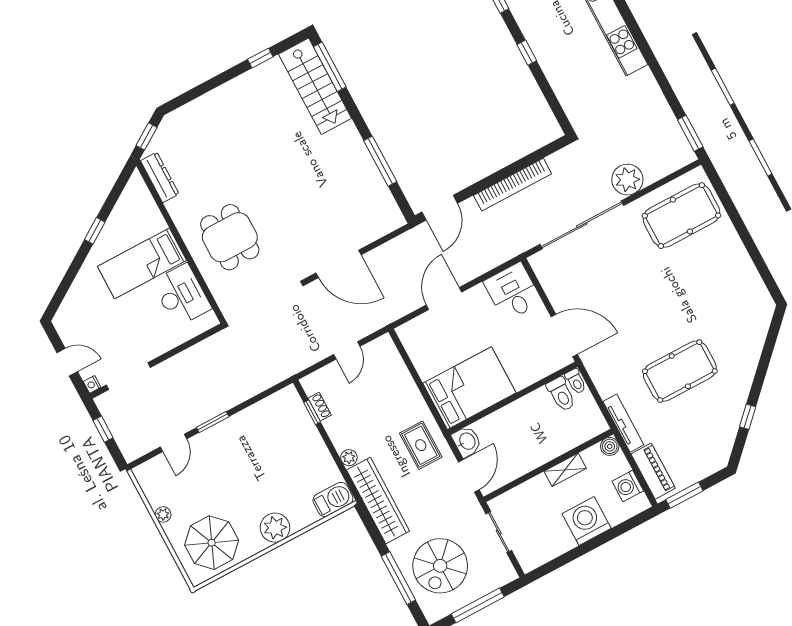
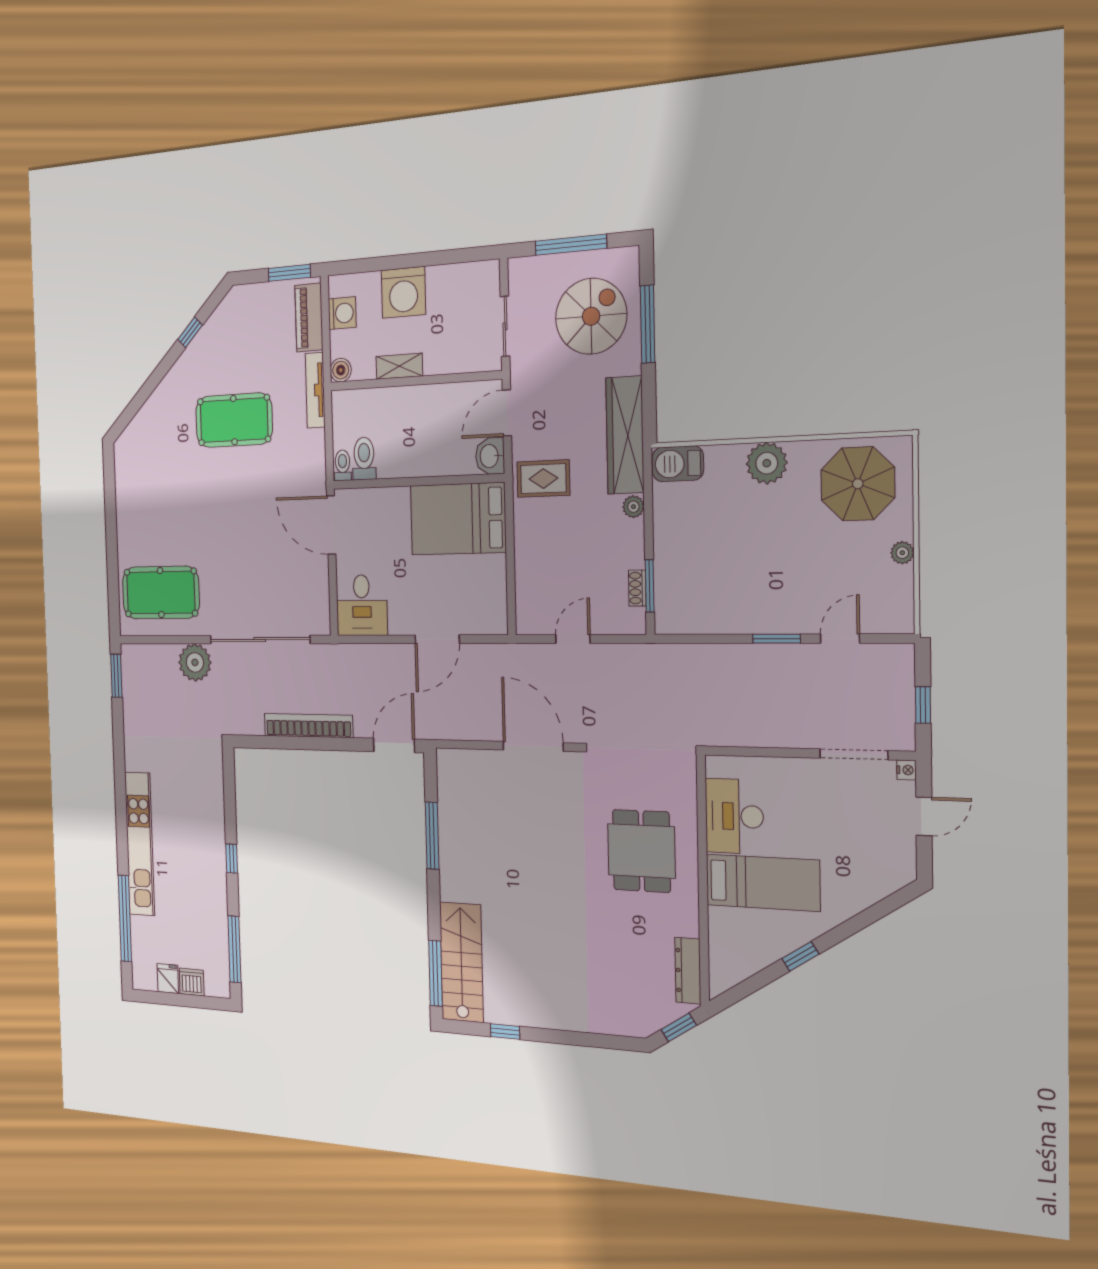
door: (67, 362) -> (924, 816), swing flipped
window: (312, 412) -> (650, 586), width x1.50
rug: (421, 445) -> (543, 479), turned 90

